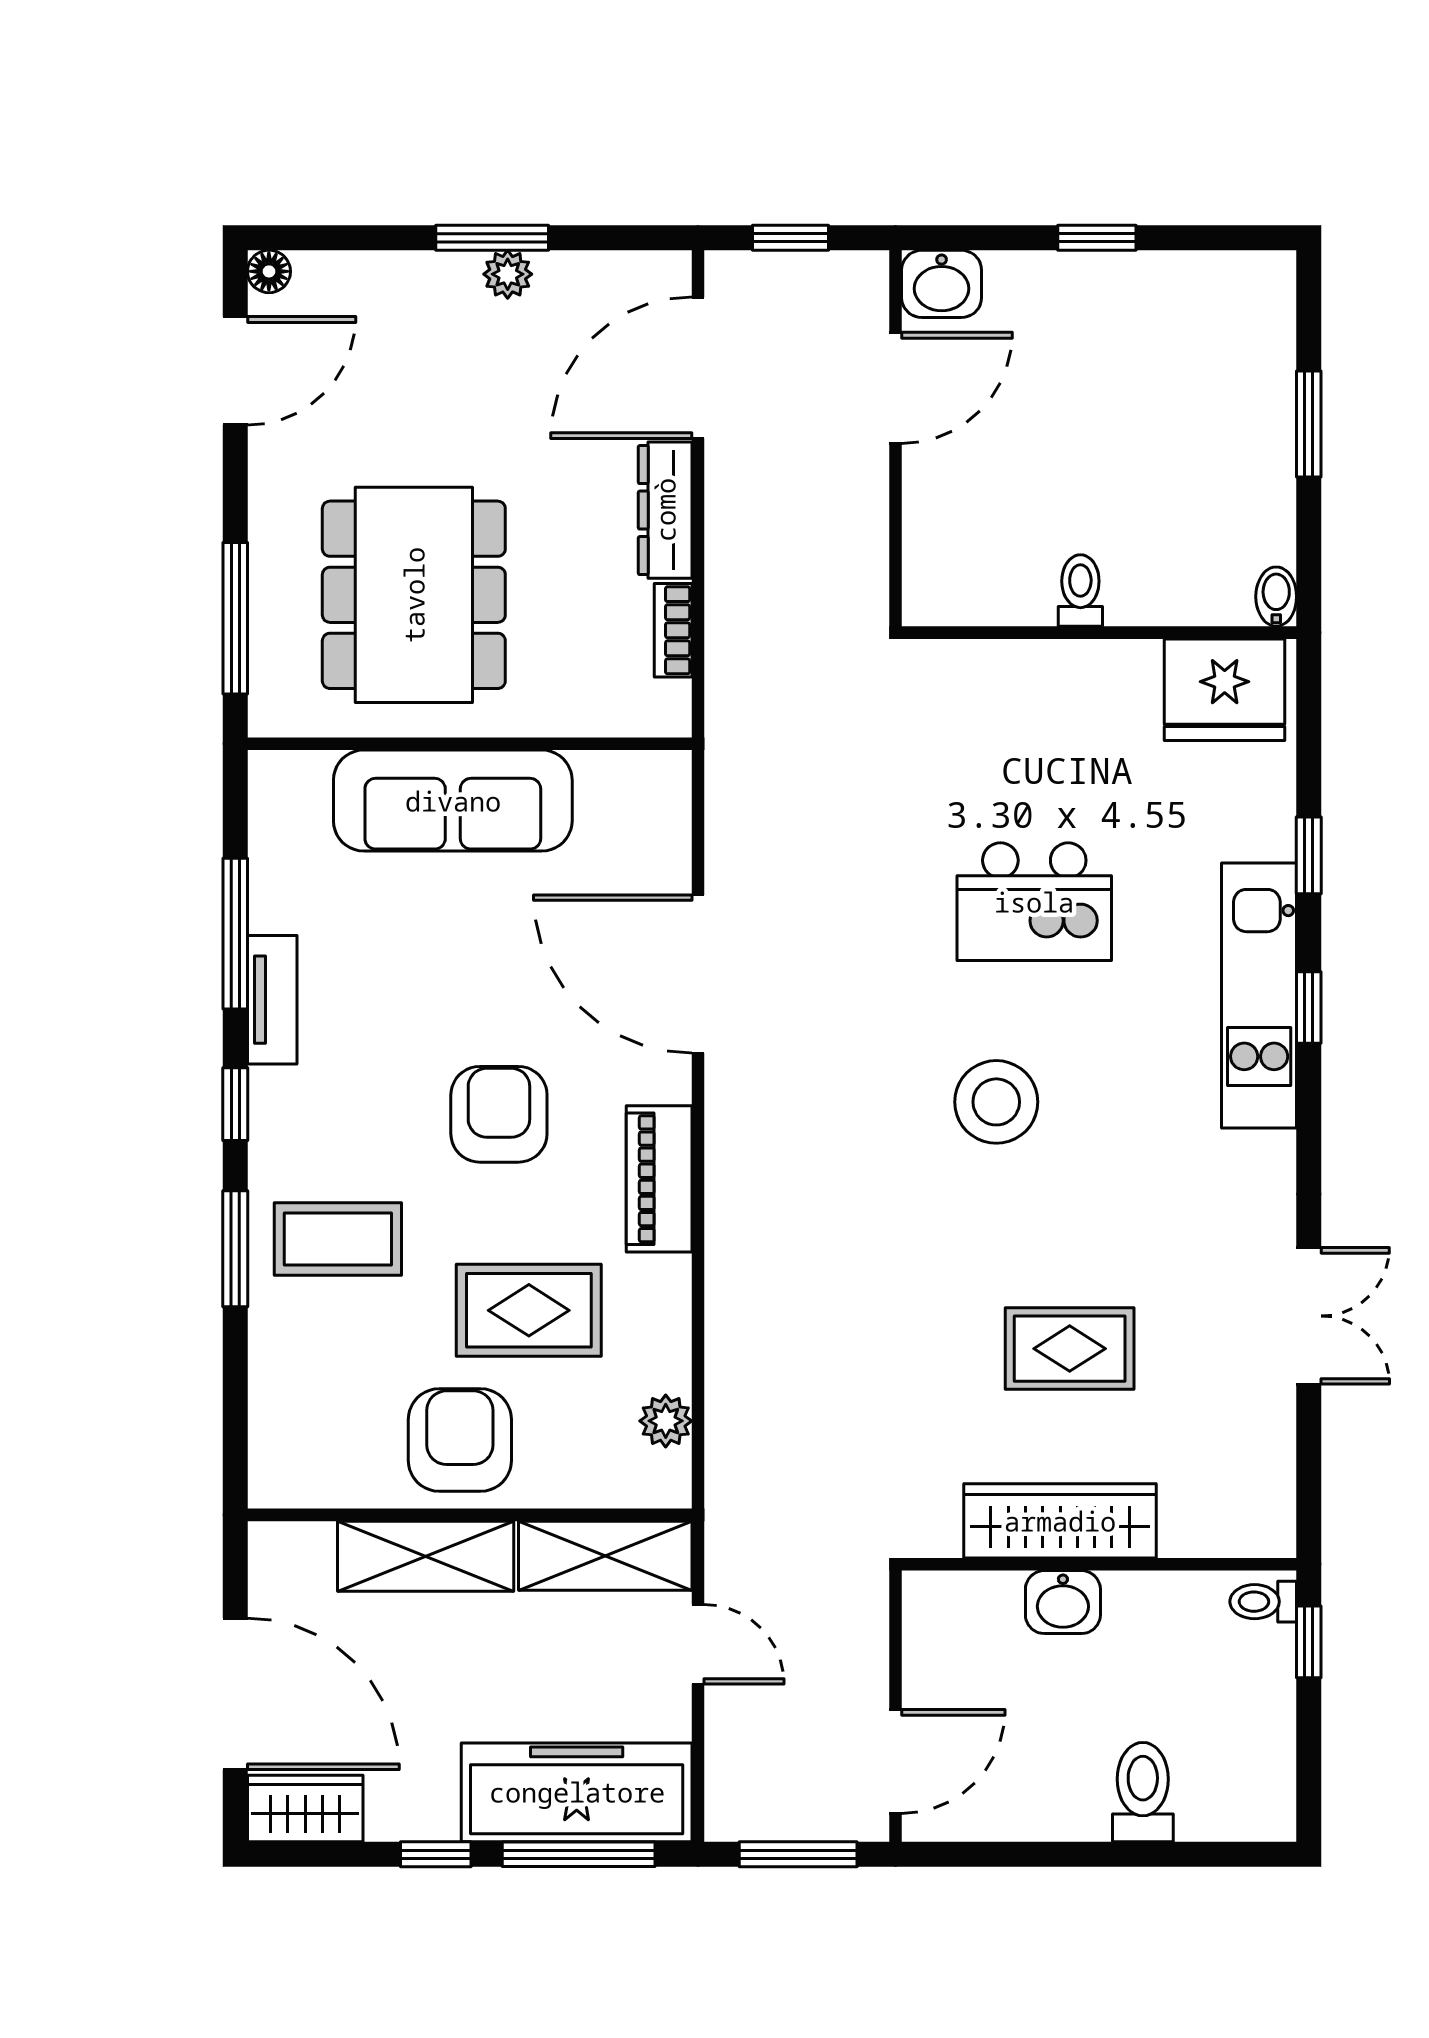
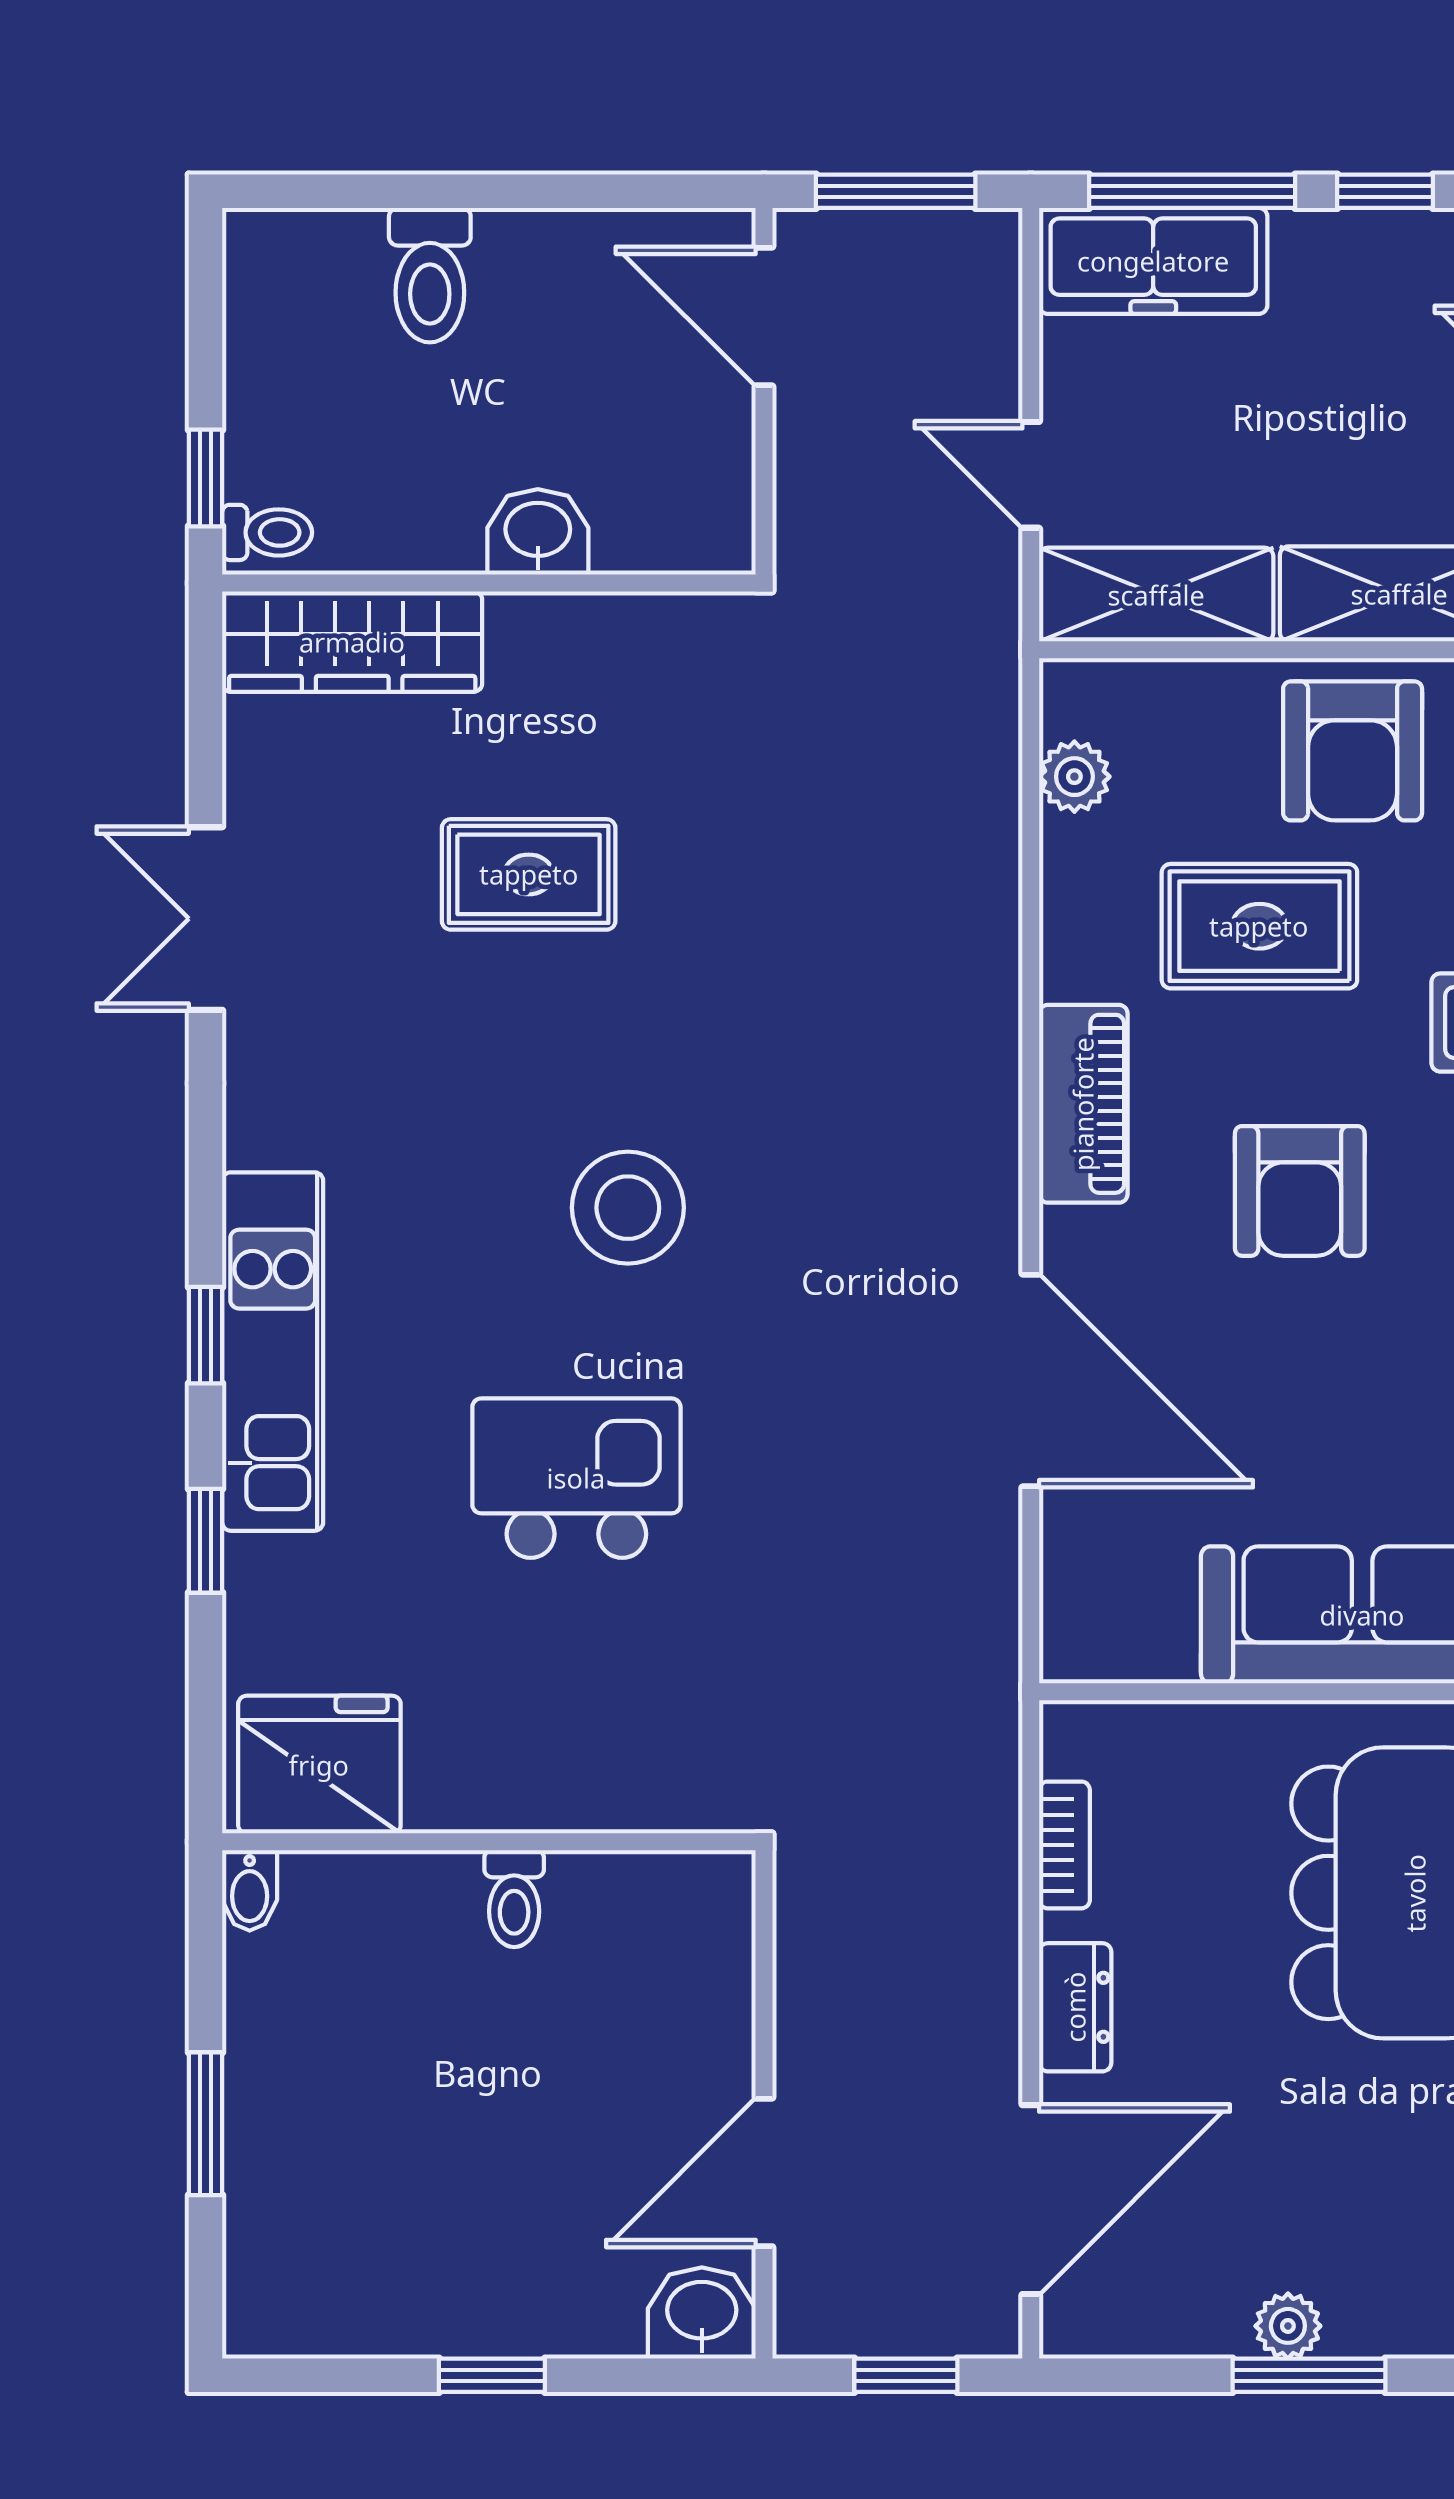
dresser: (665, 510) -> (1075, 2007), width x0.70
wardrobe: (1060, 1521) -> (352, 642), moved
door: (895, 1761) -> (764, 316), hinge flipped
freezer: (577, 1792) -> (1153, 261), width x0.73, depth x0.79

